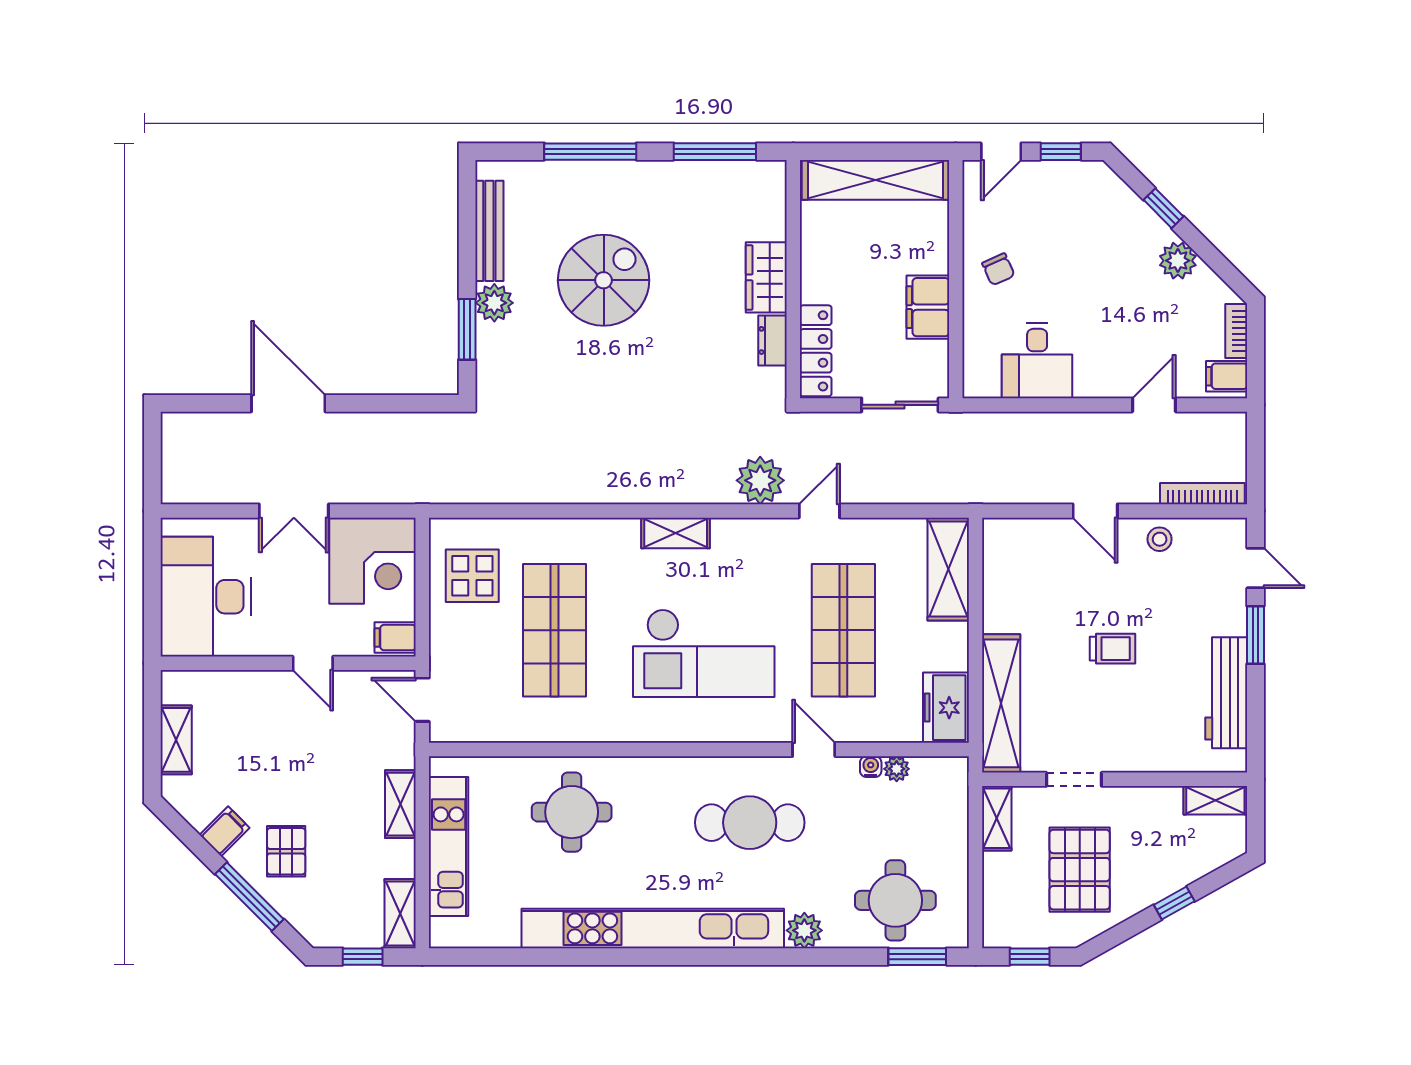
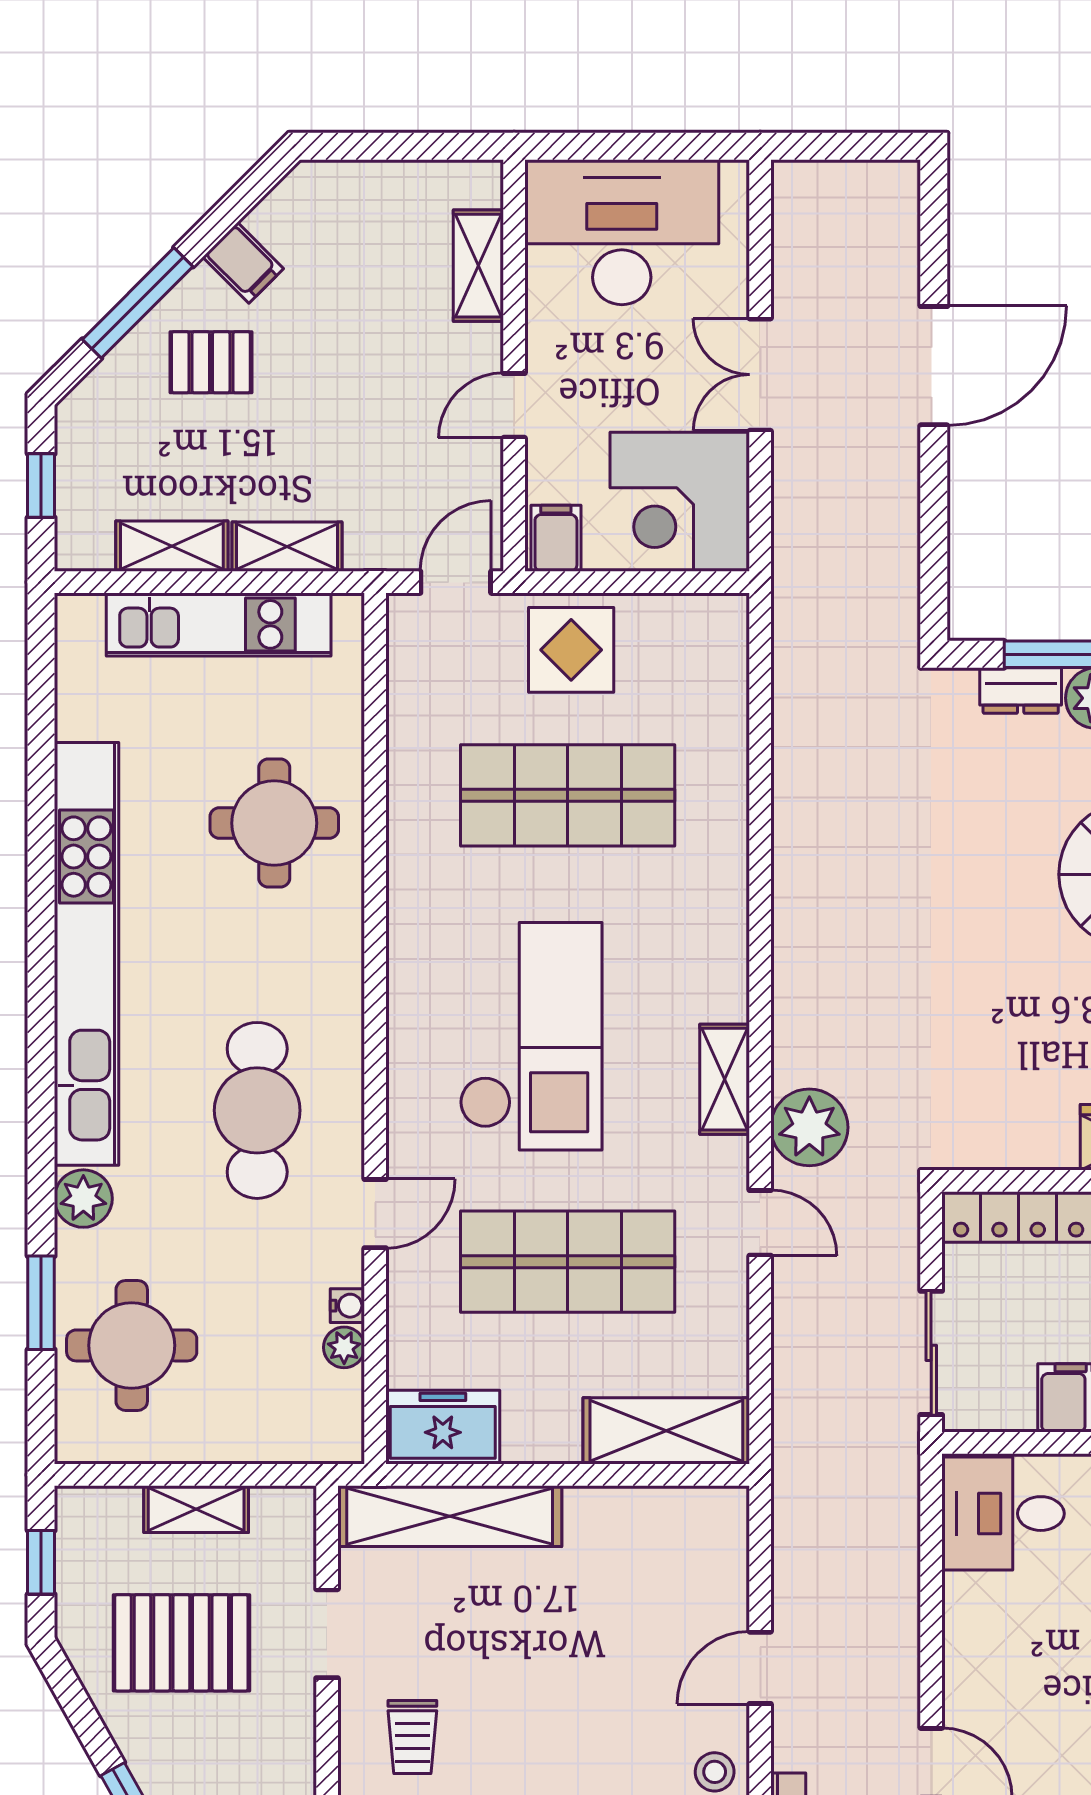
dresser: (773, 340) -> (1021, 691), moved, turned 180
desk: (1037, 361) -> (1003, 1514), moved
shelving: (676, 533) -> (725, 1079), moved
display table: (472, 576) -> (571, 650), moved
trolley: (1112, 649) -> (412, 1737), moved
checkout: (704, 653) -> (531, 1036), turned 180
shelving: (176, 740) -> (478, 266), moved, turned 90
shelving: (997, 818) -> (196, 1509), moved
shelving: (400, 914) -> (172, 546), moved
window: (917, 957) -> (41, 1303), moved

